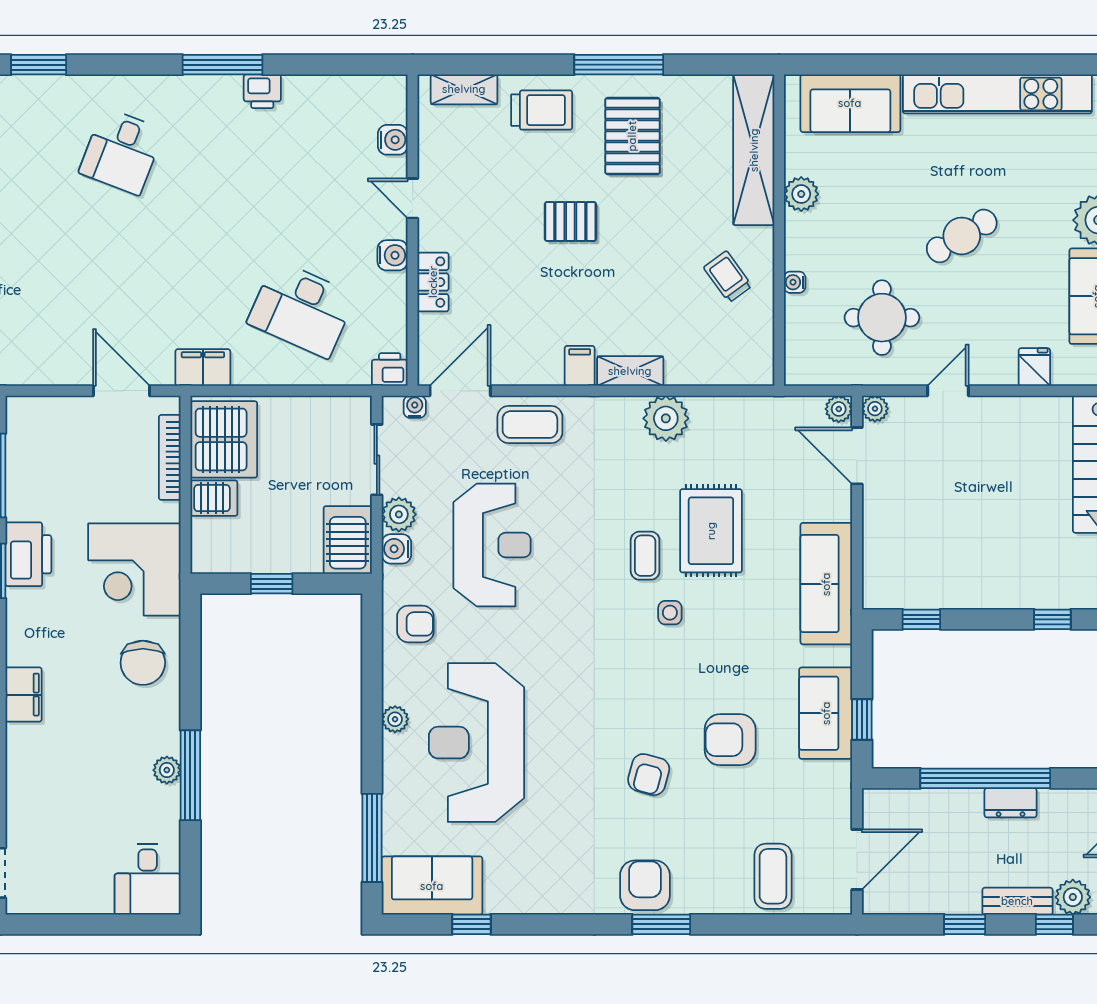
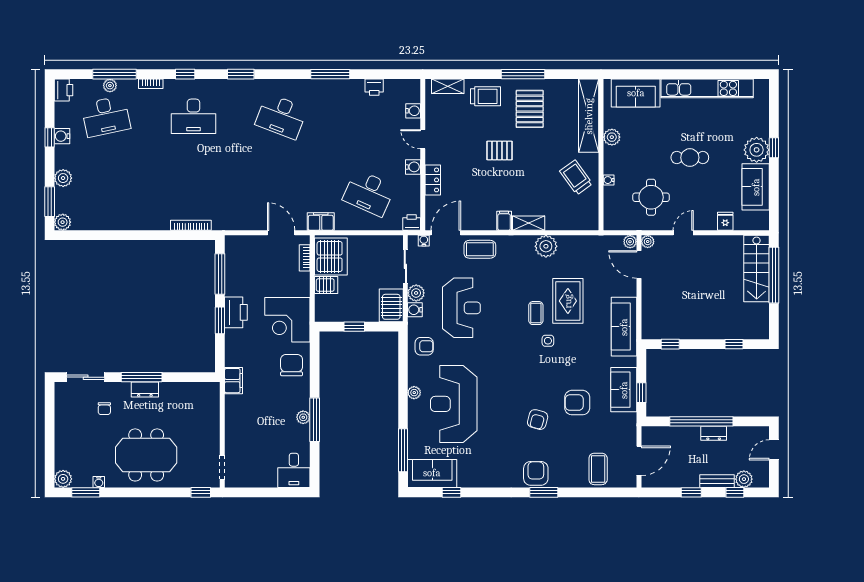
printer: (262, 91) -> (374, 87), moved
desk: (121, 151) -> (281, 116), width x1.37
cafe table: (962, 236) -> (690, 158), turned 31
trolley: (728, 277) -> (576, 177), width x1.36, depth x1.39
bookcase: (170, 457) -> (305, 258), width x0.64
chair: (143, 663) -> (292, 365), turned 180

